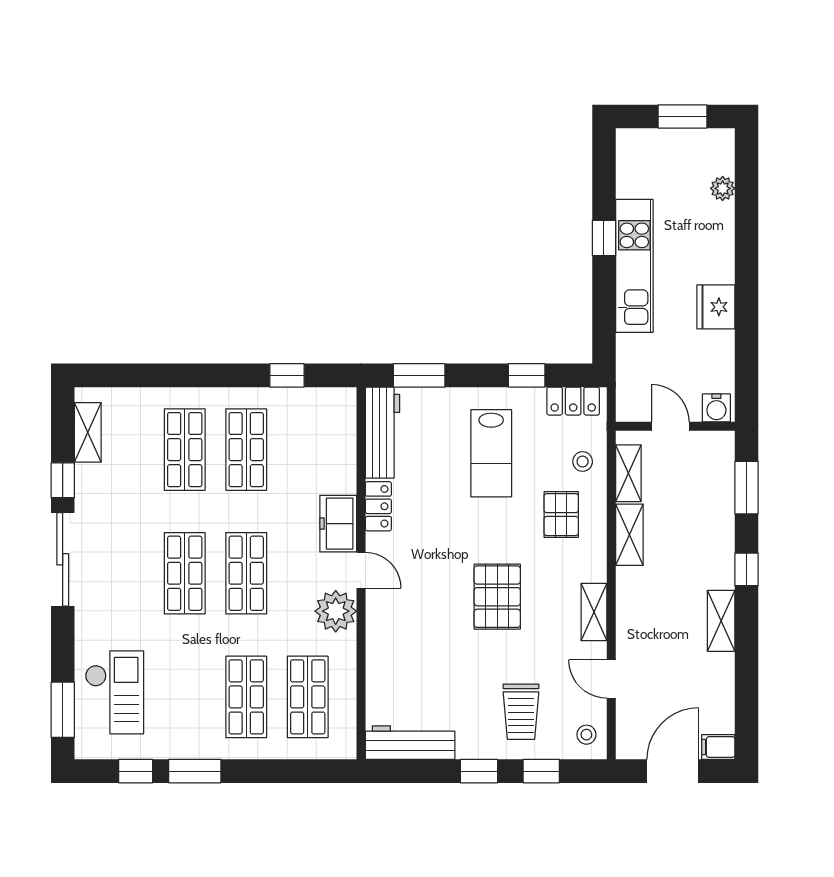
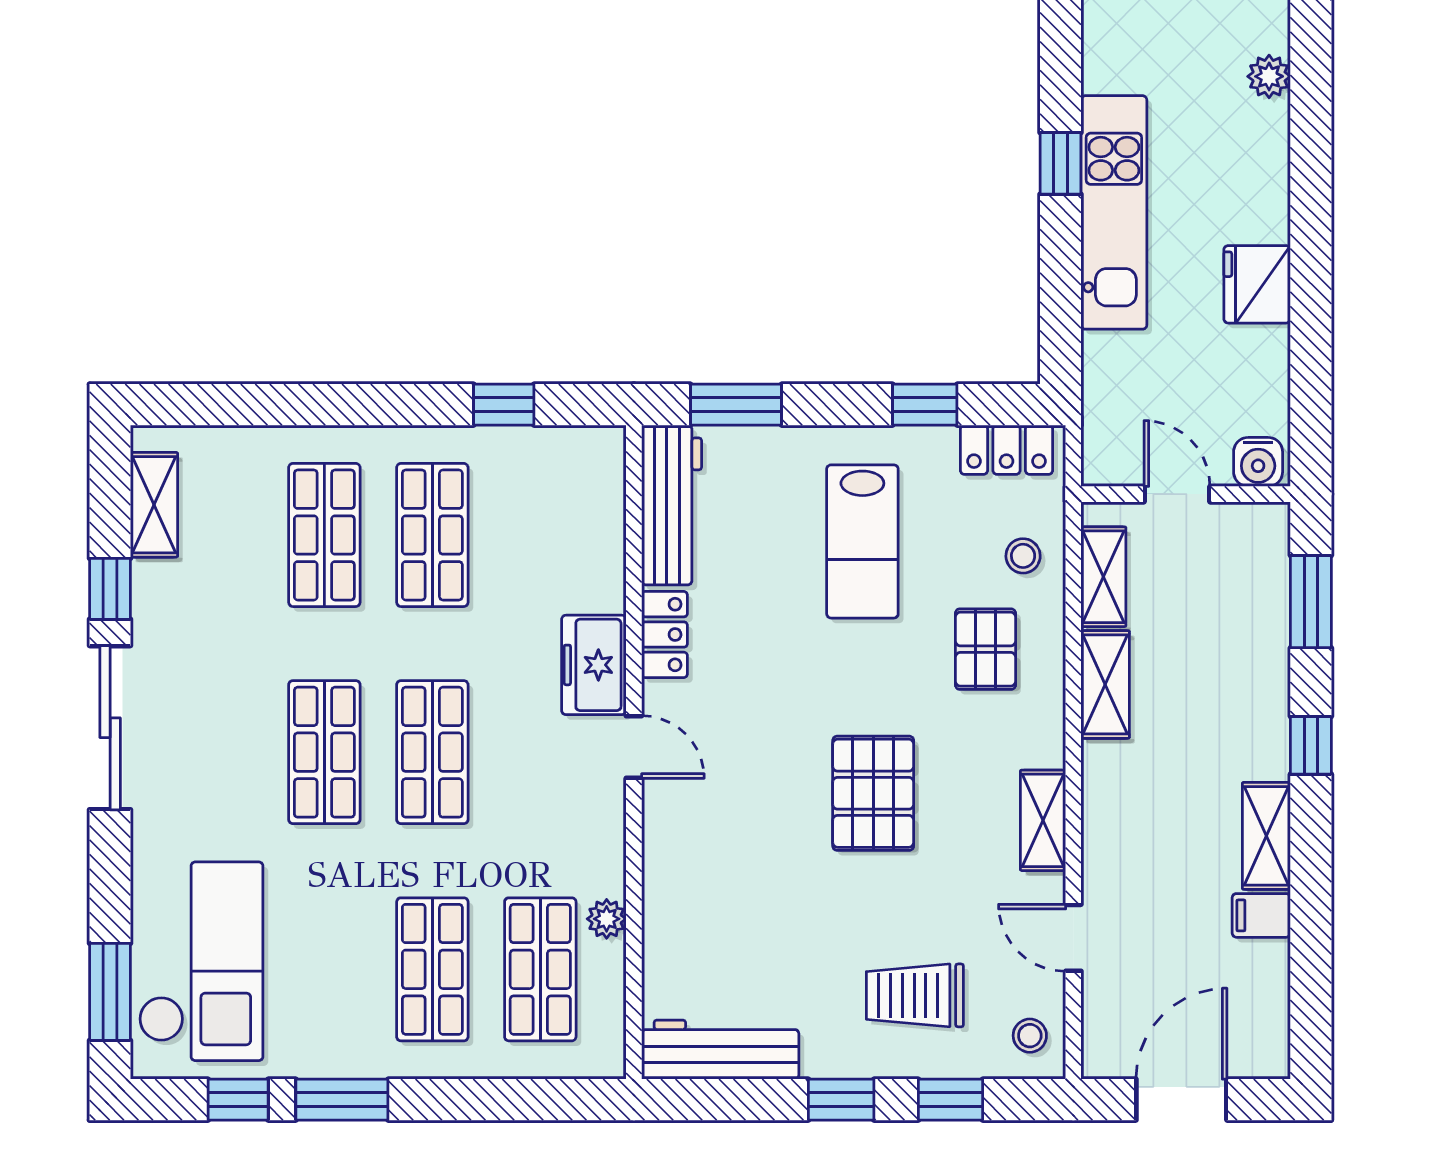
plant: (336, 611) -> (607, 919), moved, width x0.53, depth x0.53
checkout: (114, 692) -> (201, 961), width x1.36, depth x1.21
trolley: (521, 712) -> (915, 995), turned 90
filing cabinet: (718, 747) -> (1261, 915), moved

